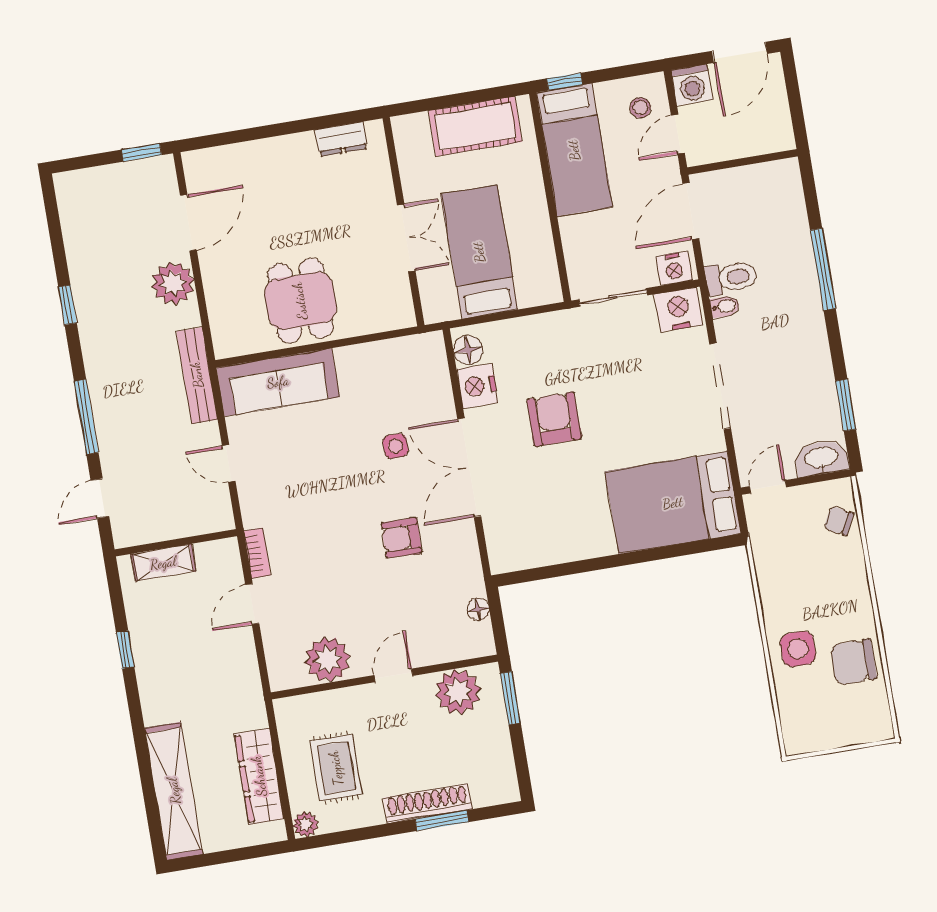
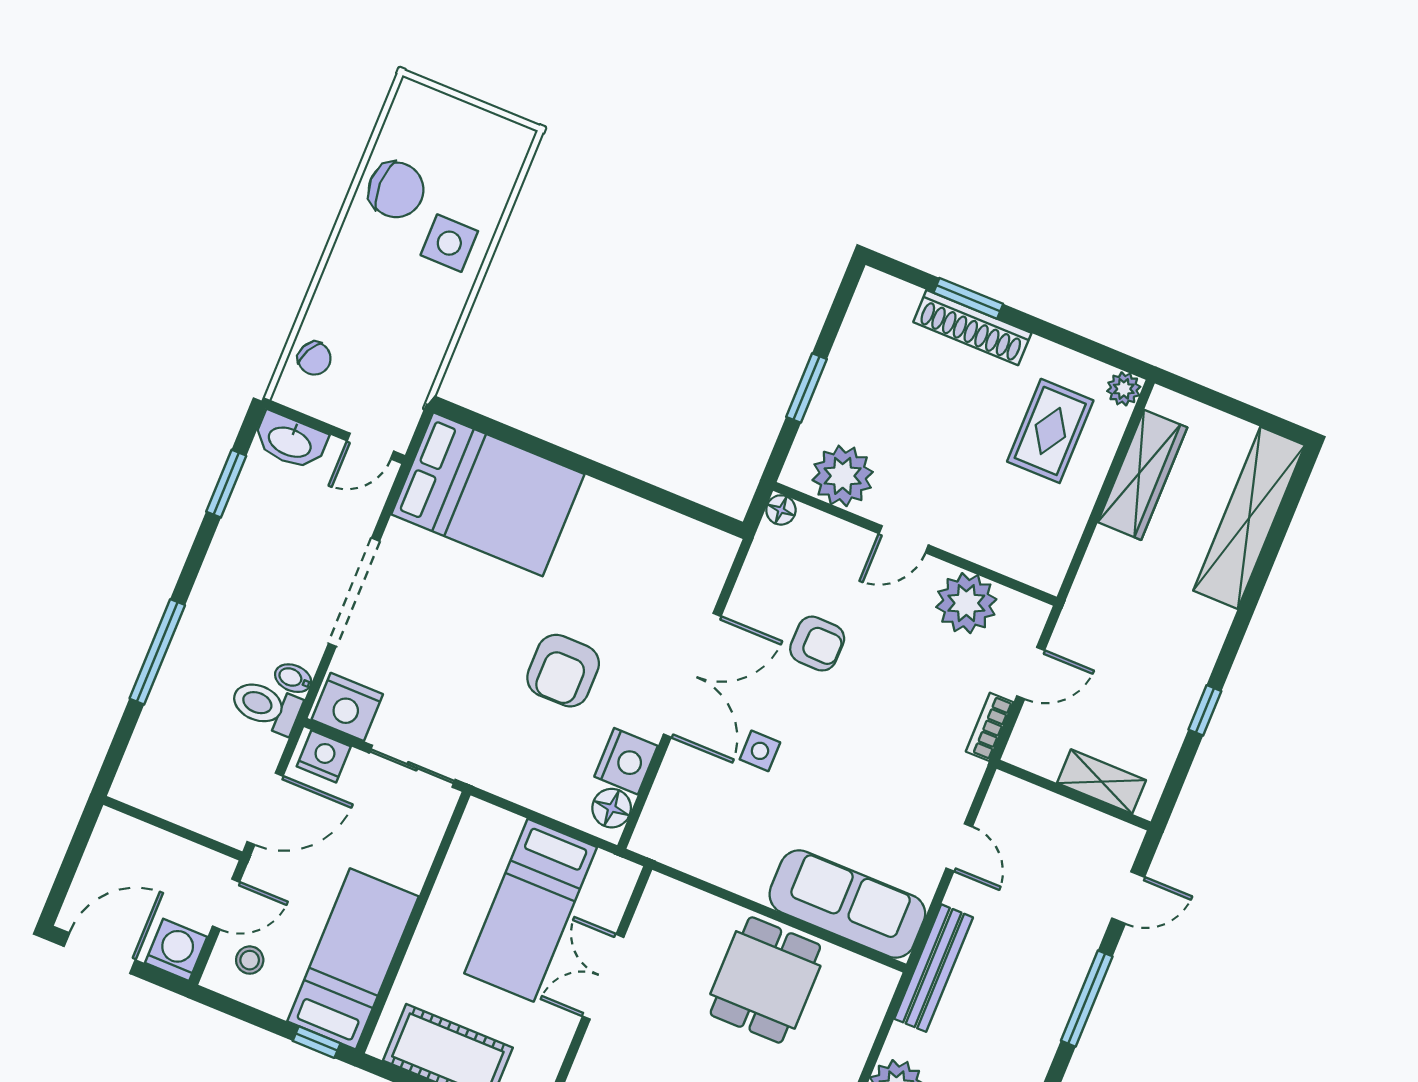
plant: (328, 659) -> (966, 603), moved
door: (393, 675) -> (904, 539), moved
wall: (384, 677) -> (915, 544), moved
plant: (458, 692) -> (843, 476), moved

